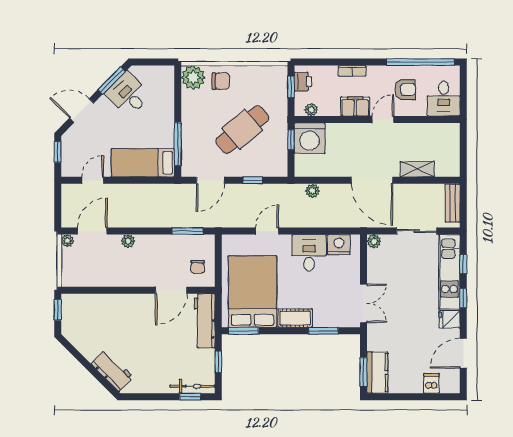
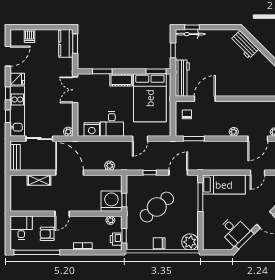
chair: (221, 81) -> (159, 243), moved
filing cabinet: (355, 107) -> (81, 222), removed

